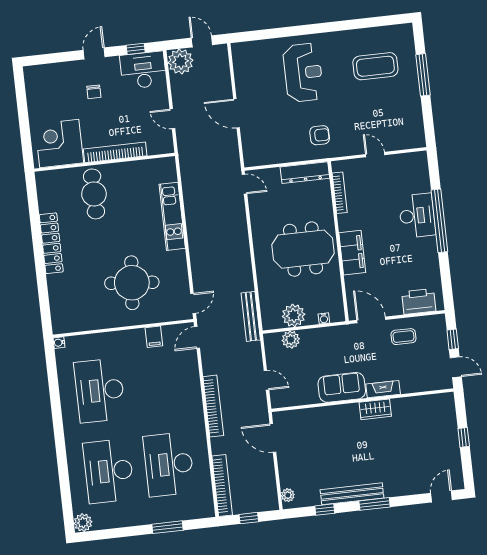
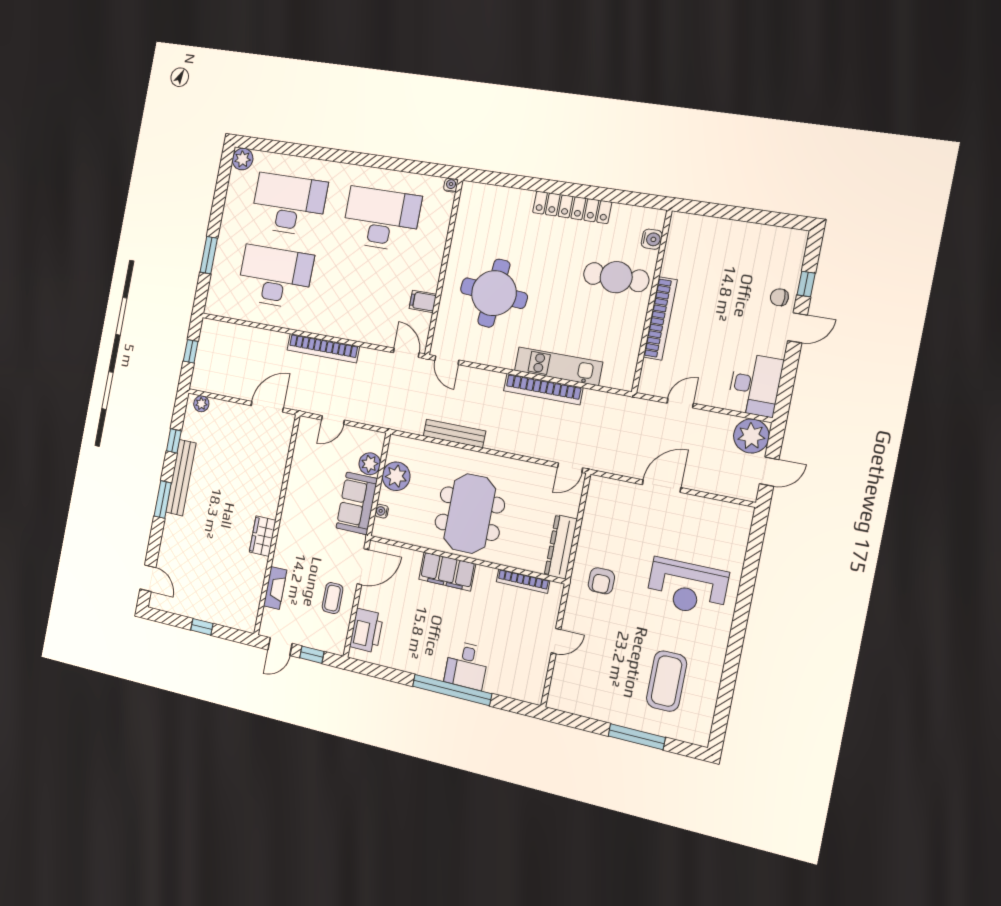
window: (136, 49) -> (806, 284), moved
door: (94, 53) -> (797, 328), hinge flipped
chair: (94, 92) -> (779, 297), moved
corner desk: (59, 144) -> (694, 251), removed
water cooler: (59, 176) -> (652, 239), added
desk: (417, 216) -> (466, 665), width x0.73
bench: (251, 316) -> (454, 433), moved
sofa: (342, 387) -> (357, 503), moved, turned 180
fireplace: (383, 389) -> (275, 588), moved
bookcase: (222, 485) -> (543, 389), moved

